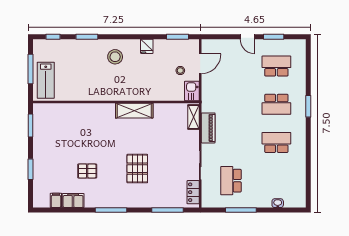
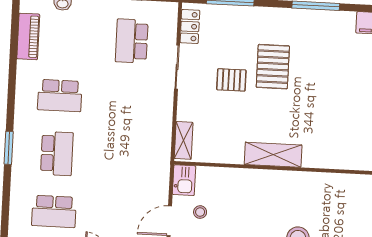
school desk: (276, 104) -> (57, 153), turned 90
piano: (208, 128) -> (28, 36), moved, turned 180
pallet: (87, 171) -> (231, 80), moved
school desk: (231, 181) -> (132, 41), turned 180

